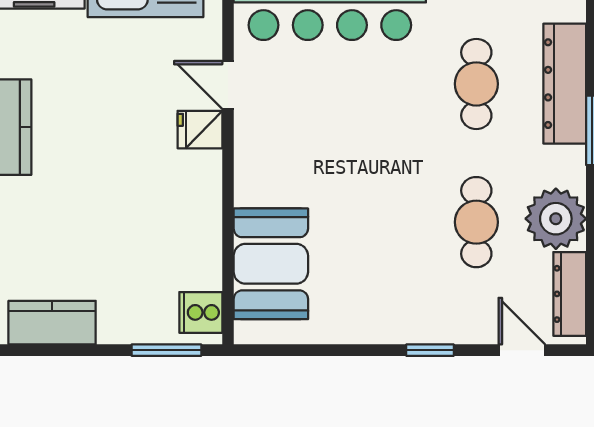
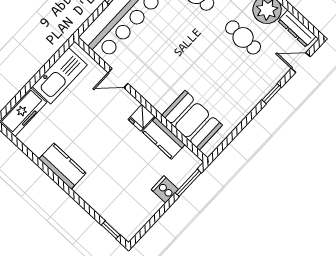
fridge: (200, 130) -> (141, 118), moved
cooker: (201, 312) -> (165, 189), moved, turned 90
kitchen counter: (52, 323) -> (164, 138), moved, turned -90

